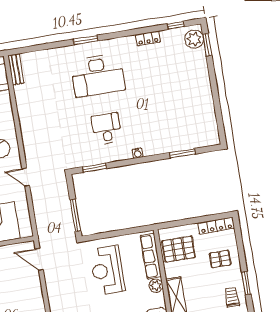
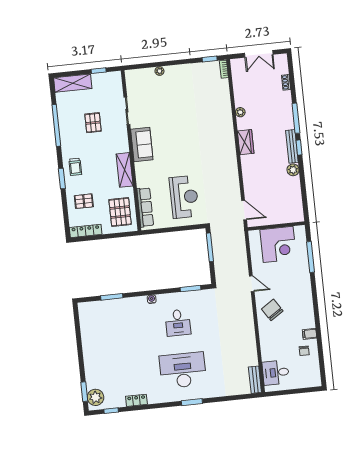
pallet: (179, 249) -> (120, 212), turned 90
plant: (156, 286) -> (142, 181), removed

